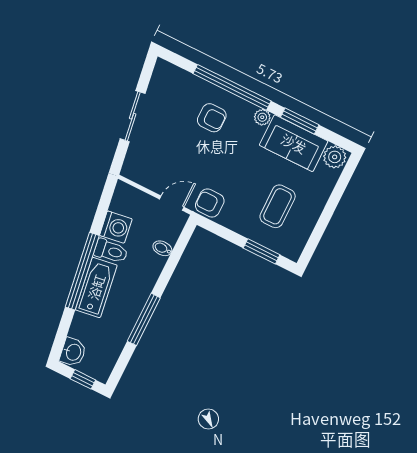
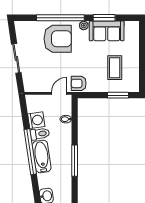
armchair: (212, 118) -> (58, 39), width x1.88, depth x1.88
plant: (335, 157) -> (131, 27), removed

